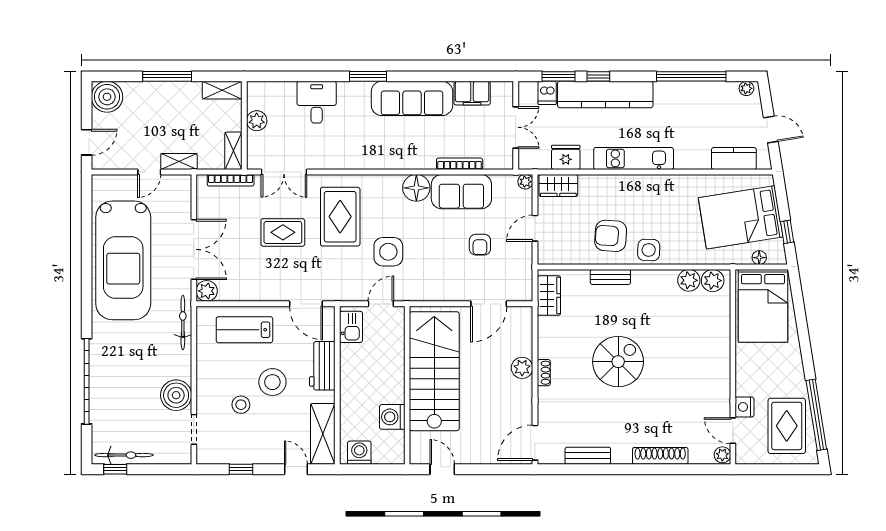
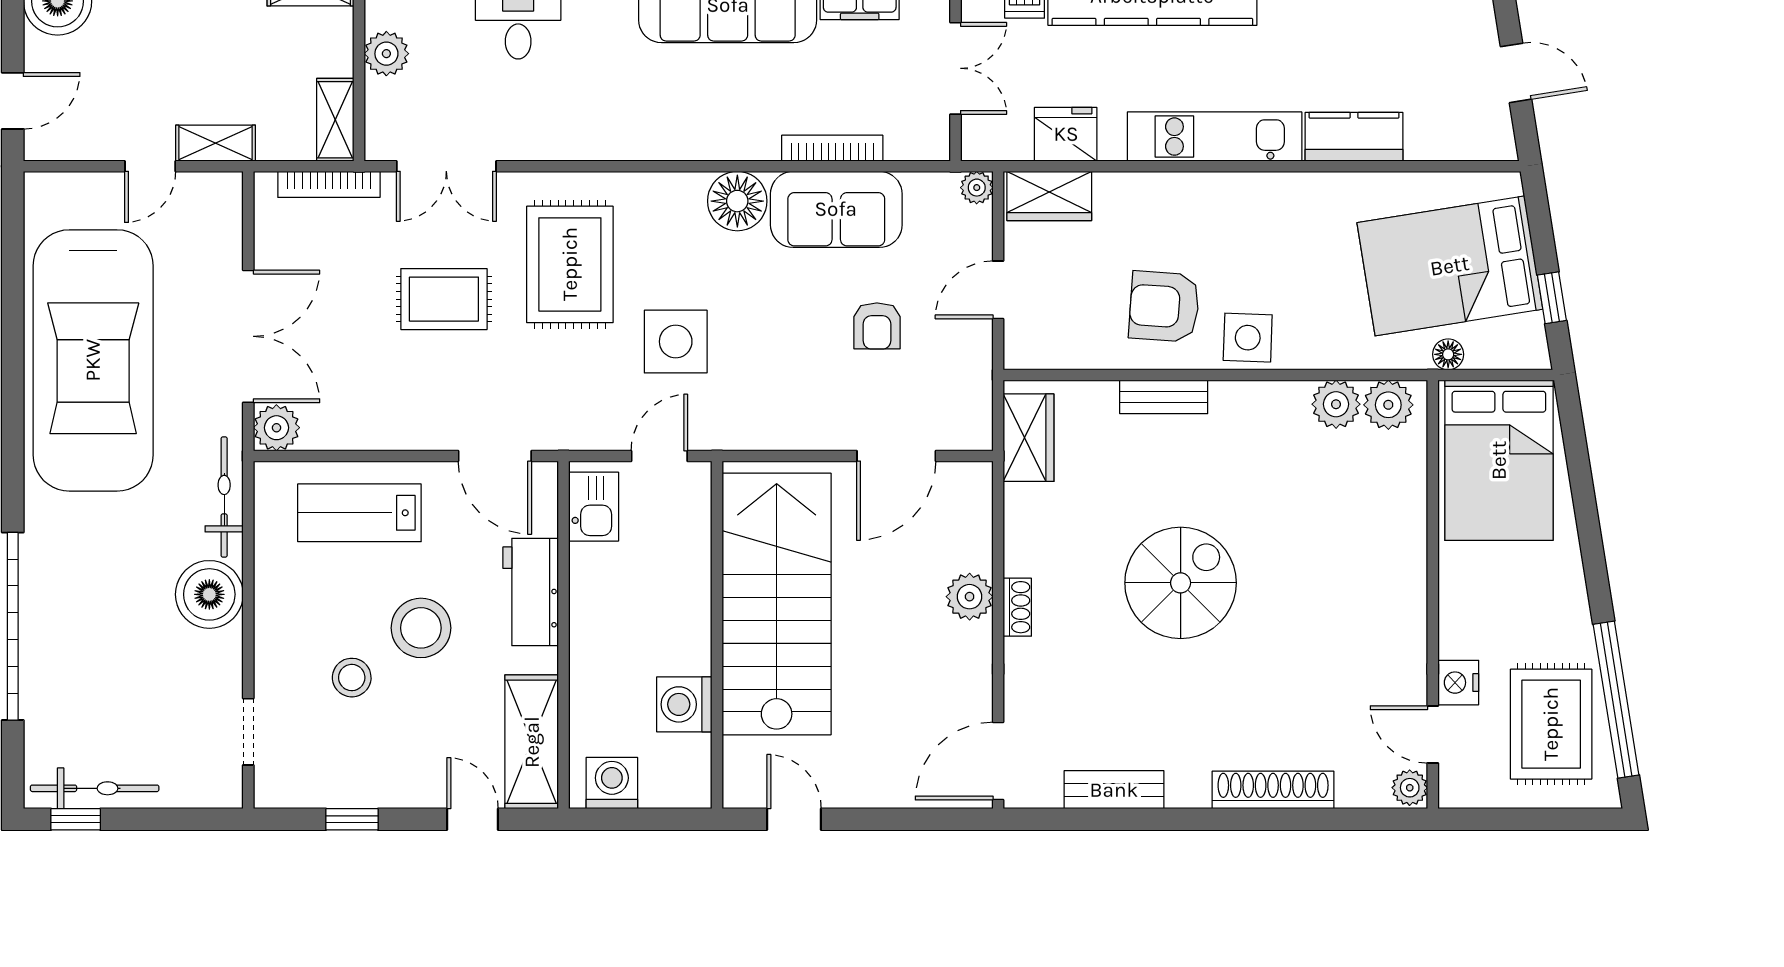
kitchen counter: (734, 159) -> (1354, 137), moved
floor lamp: (759, 258) -> (1448, 354), moved
boiler: (176, 395) -> (209, 594), moved

